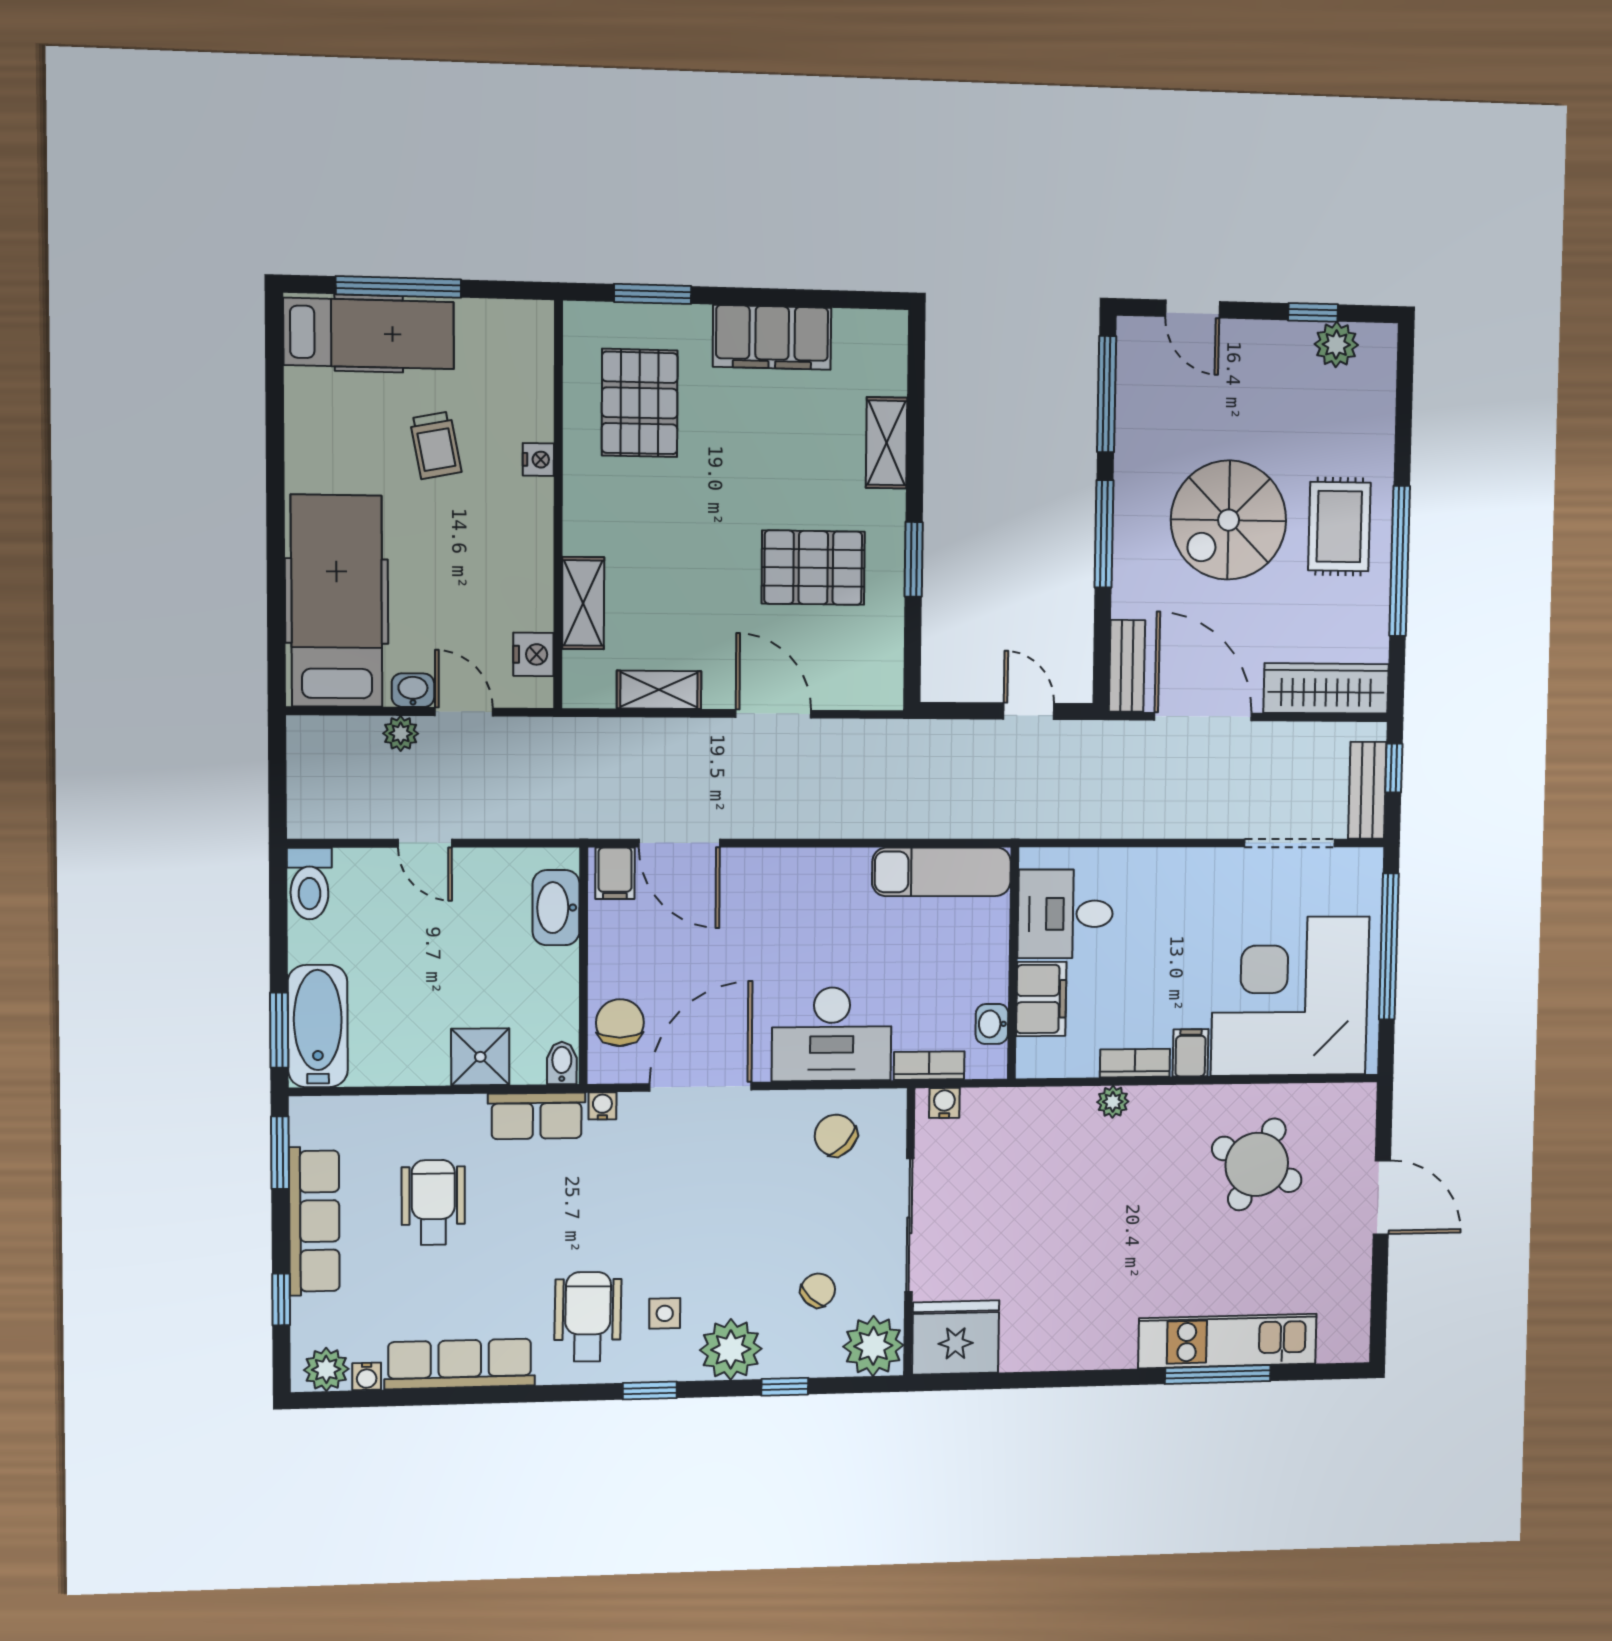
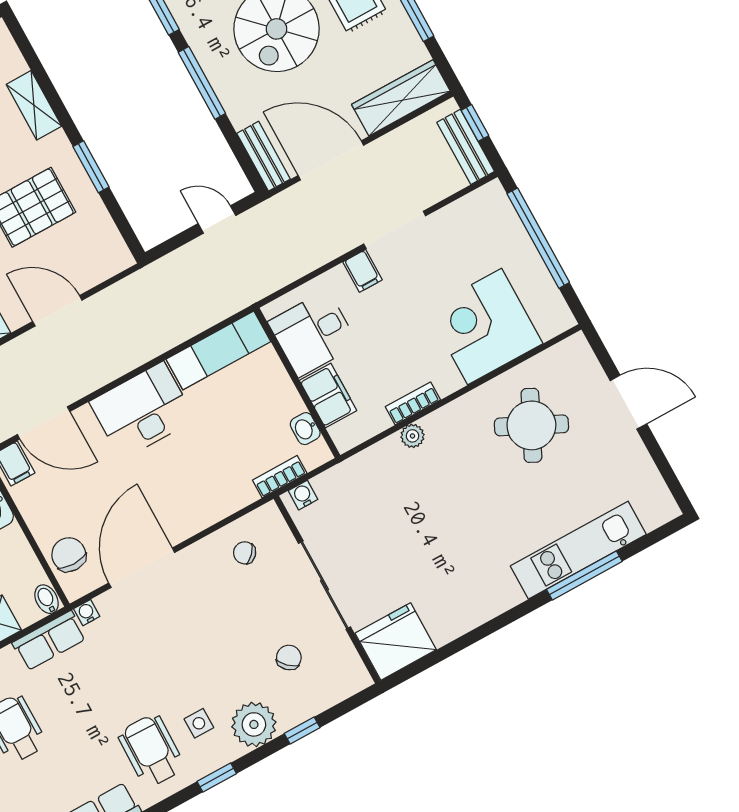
doorway: (1290, 843) -> (395, 230), moved
corner desk: (1290, 996) -> (485, 327), width x0.74, depth x0.74
desk: (832, 1034) -> (142, 411), moved, turned 180
filing cabinet: (1191, 1053) -> (363, 271), moved, turned 180
chair: (836, 1135) -> (245, 553), width x0.73, depth x0.73
plant: (873, 1346) -> (345, 675), removed

